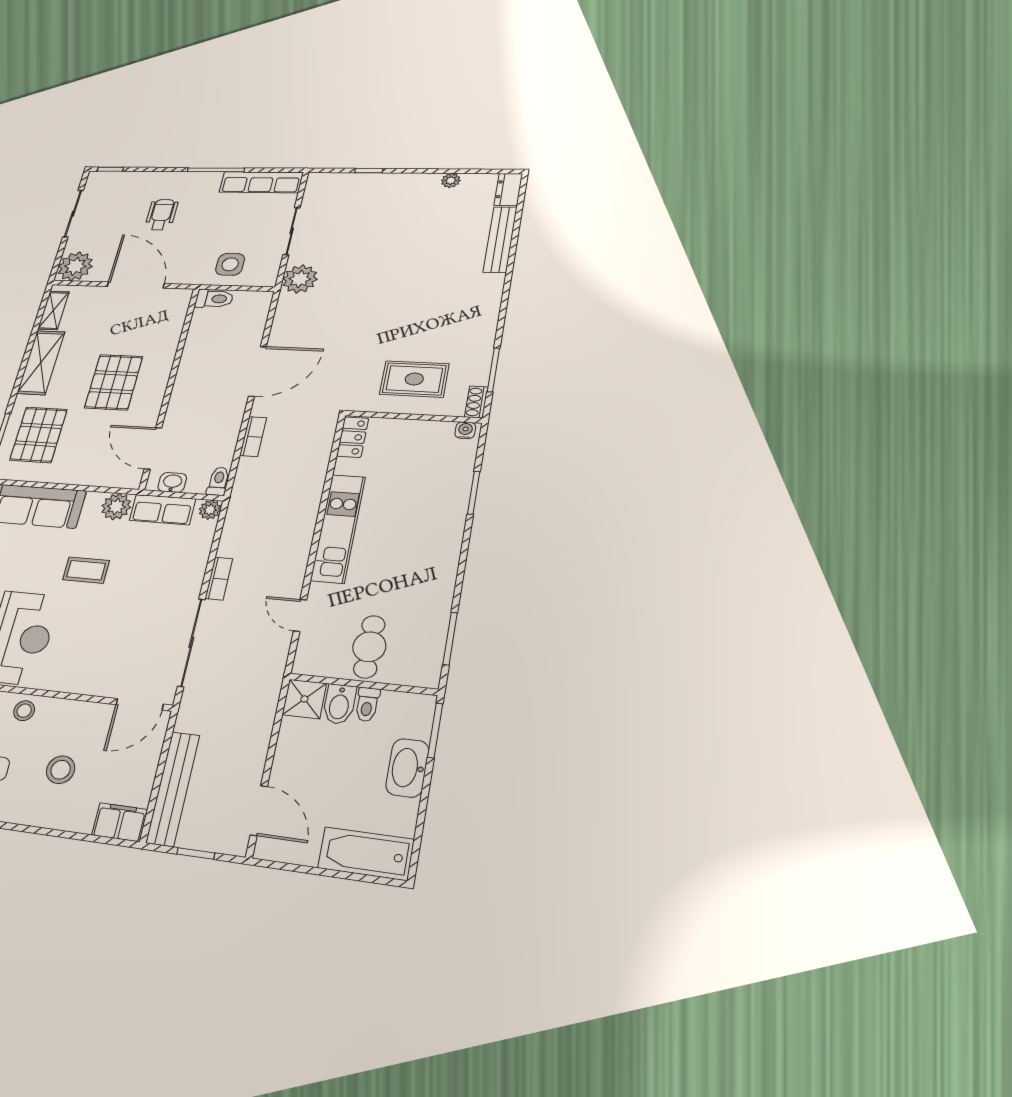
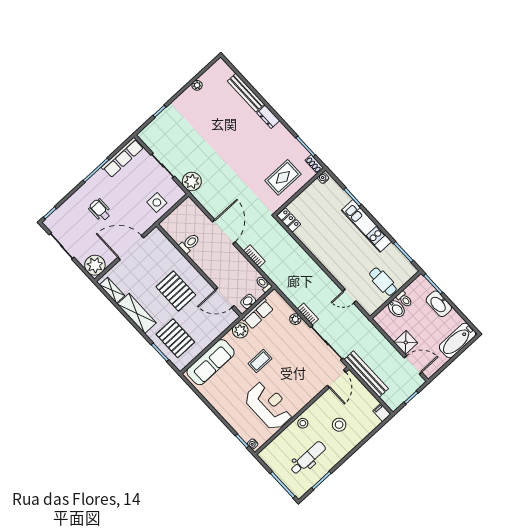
dresser: (508, 189) -> (268, 117), moved
toilet: (214, 299) -> (190, 243), moved
plant: (210, 510) -> (295, 319), moved
kitchen unit: (338, 528) -> (366, 226), moved, turned 180
shower: (304, 699) -> (406, 343), moved
bench: (173, 788) -> (366, 374), moved
filing cabinet: (120, 822) -> (382, 413), width x0.50

